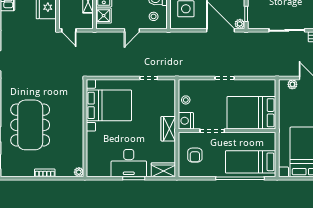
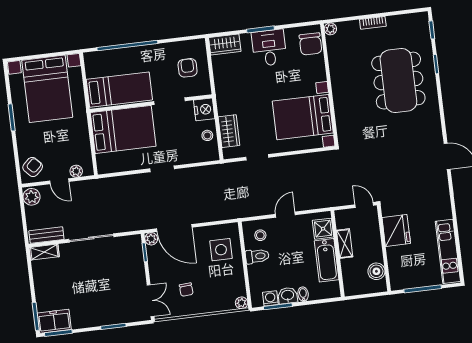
wardrobe: (168, 129) -> (229, 131), moved
chair: (96, 162) -> (311, 44), added
bed: (251, 162) -> (119, 90), moved
desk: (129, 163) -> (269, 48), width x0.73

